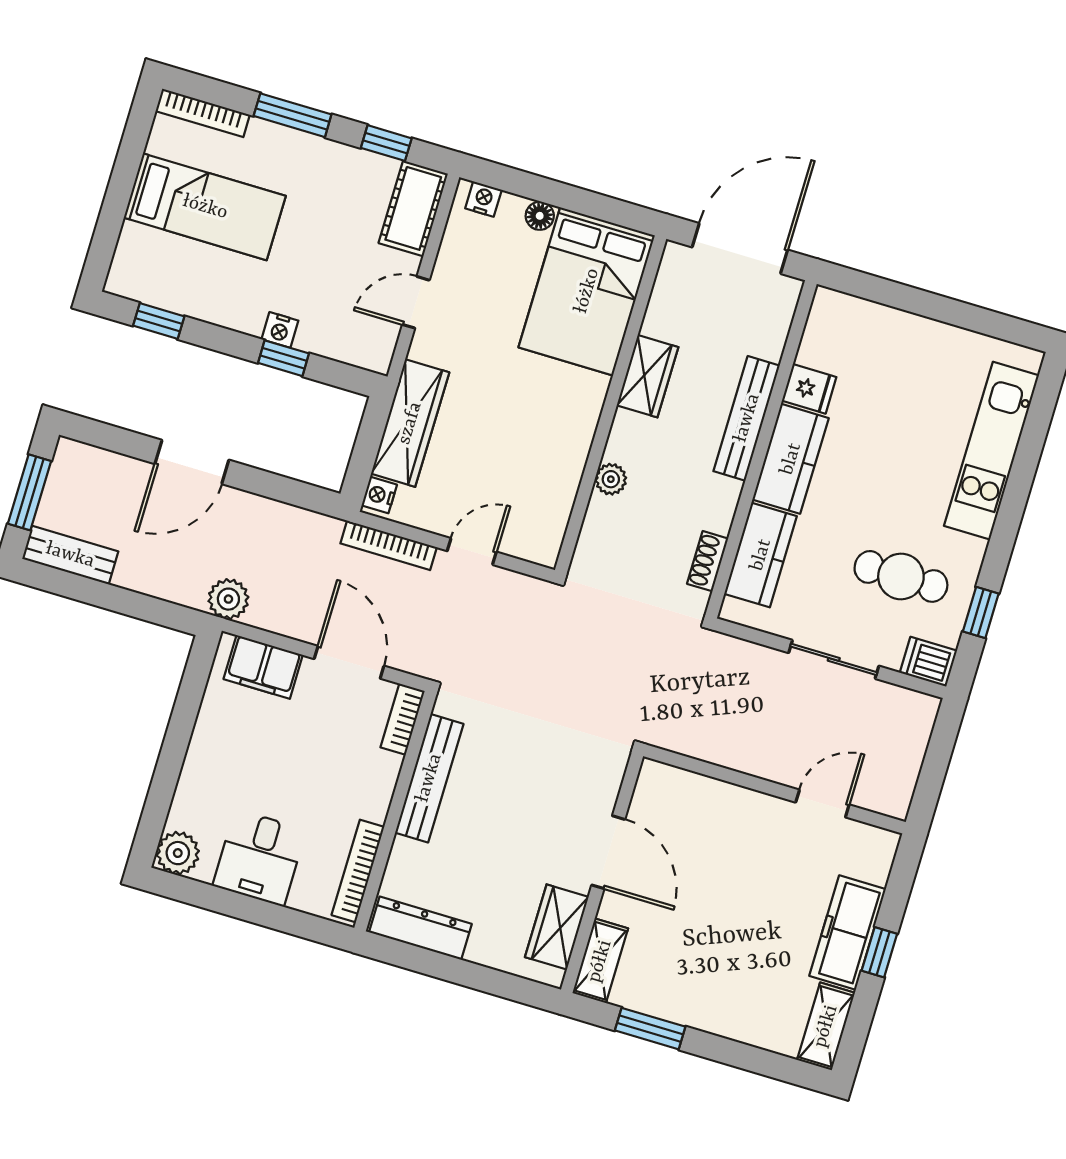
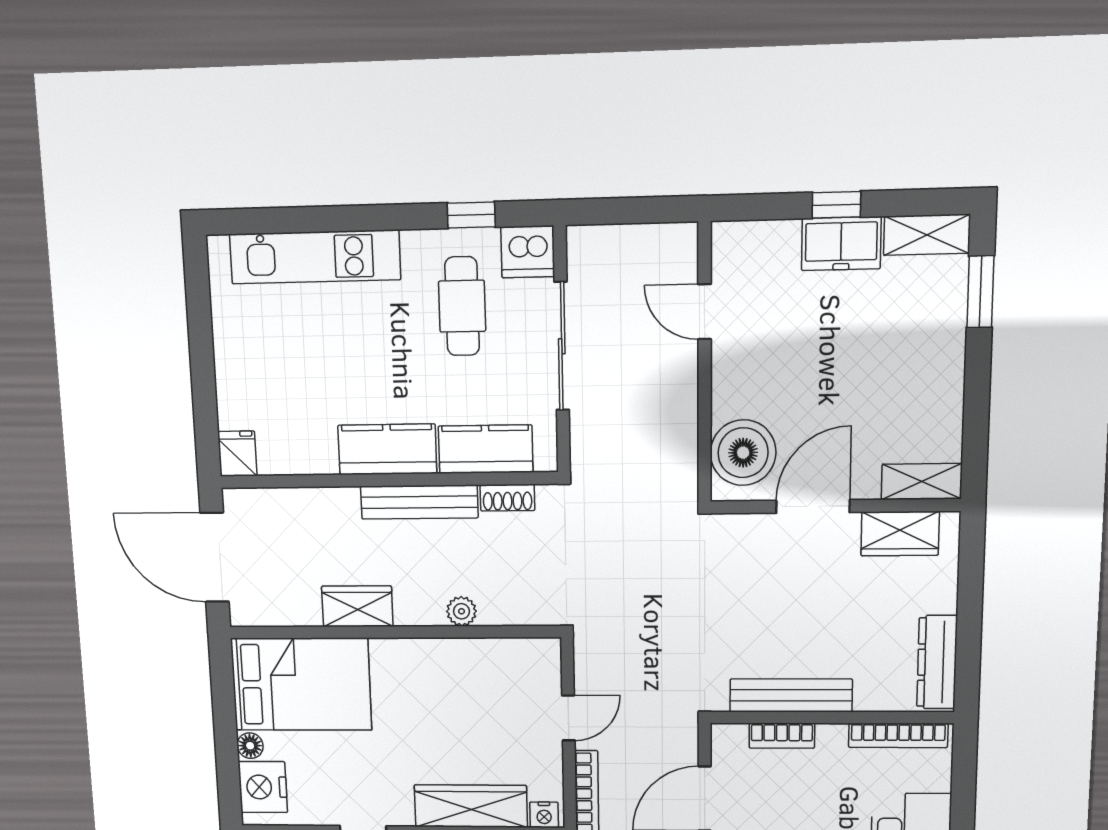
nightstand: (483, 199) -> (263, 787), width x1.89, depth x1.79
fridge: (809, 389) -> (237, 454), moved
bench: (747, 418) -> (419, 502), moved
door: (472, 551) -> (568, 718), swing flipped
sliding door: (834, 659) -> (562, 346), width x1.37
dishwasher: (928, 662) -> (528, 252), width x1.38
bookcase: (403, 719) -> (782, 736), moved
boiler: (680, 801) -> (743, 453), added
freezer: (848, 933) -> (841, 244), width x0.71
window: (650, 1029) -> (980, 292), moved

